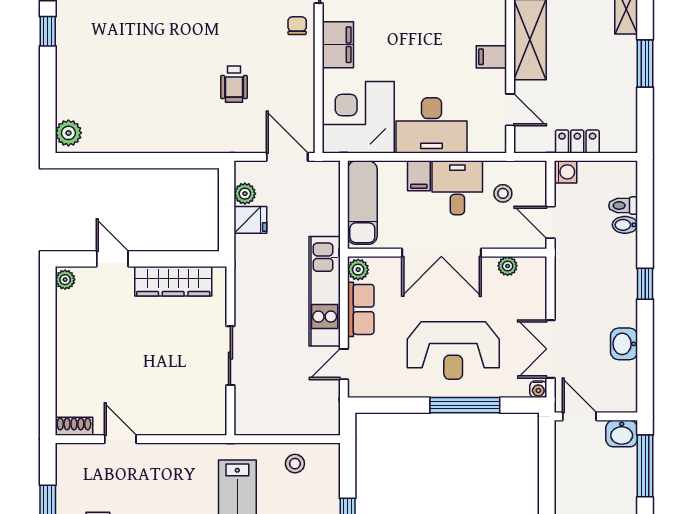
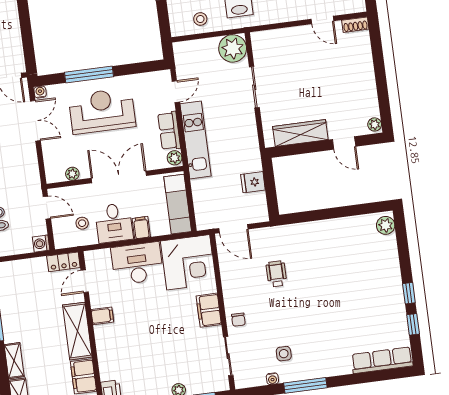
door: (510, 110) -> (85, 281), hinge flipped
locker: (577, 141) -> (63, 262), moved
plant: (245, 194) -> (233, 48), moved, width x1.88, depth x1.88

